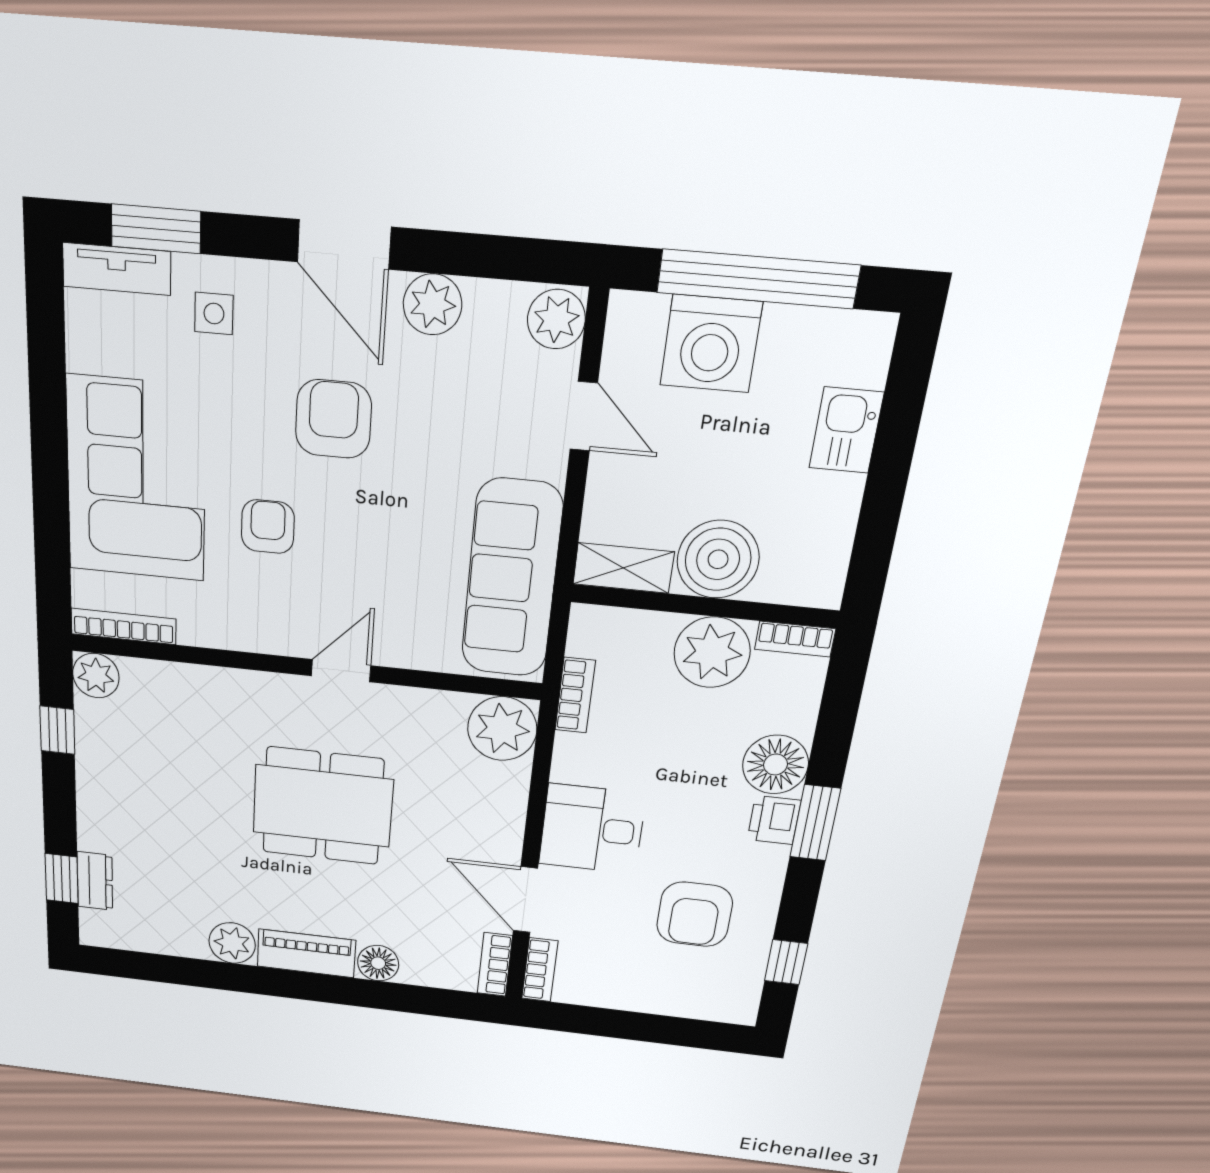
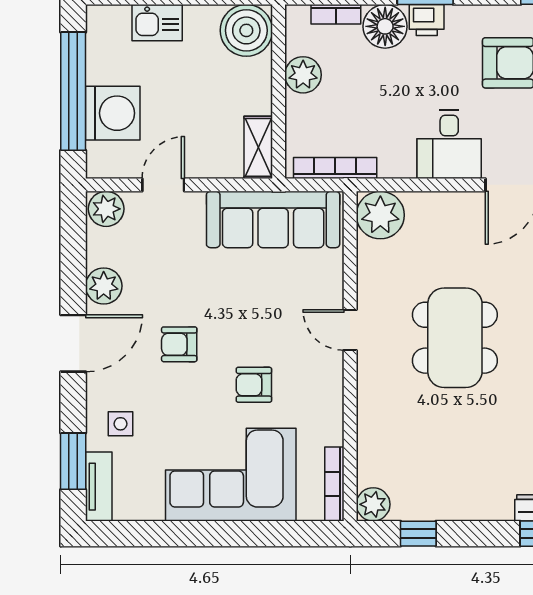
armchair: (333, 419) -> (179, 344), width x0.72, depth x0.72
boiler: (718, 559) -> (246, 30), moved
bookcase: (795, 639) -> (336, 14), moved, turned 90
plant: (712, 652) -> (303, 75), width x0.73, depth x0.73
bookcase: (575, 695) -> (335, 168), width x1.56

